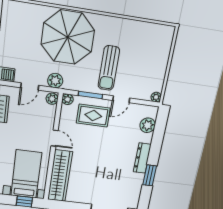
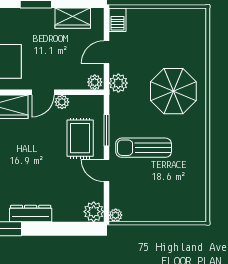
parasol: (68, 37) -> (173, 91), width x0.73, depth x0.73
door: (30, 86) -> (106, 52), hinge flipped
plant: (68, 99) -> (62, 102), moved
plant: (148, 125) -> (94, 212), moved

